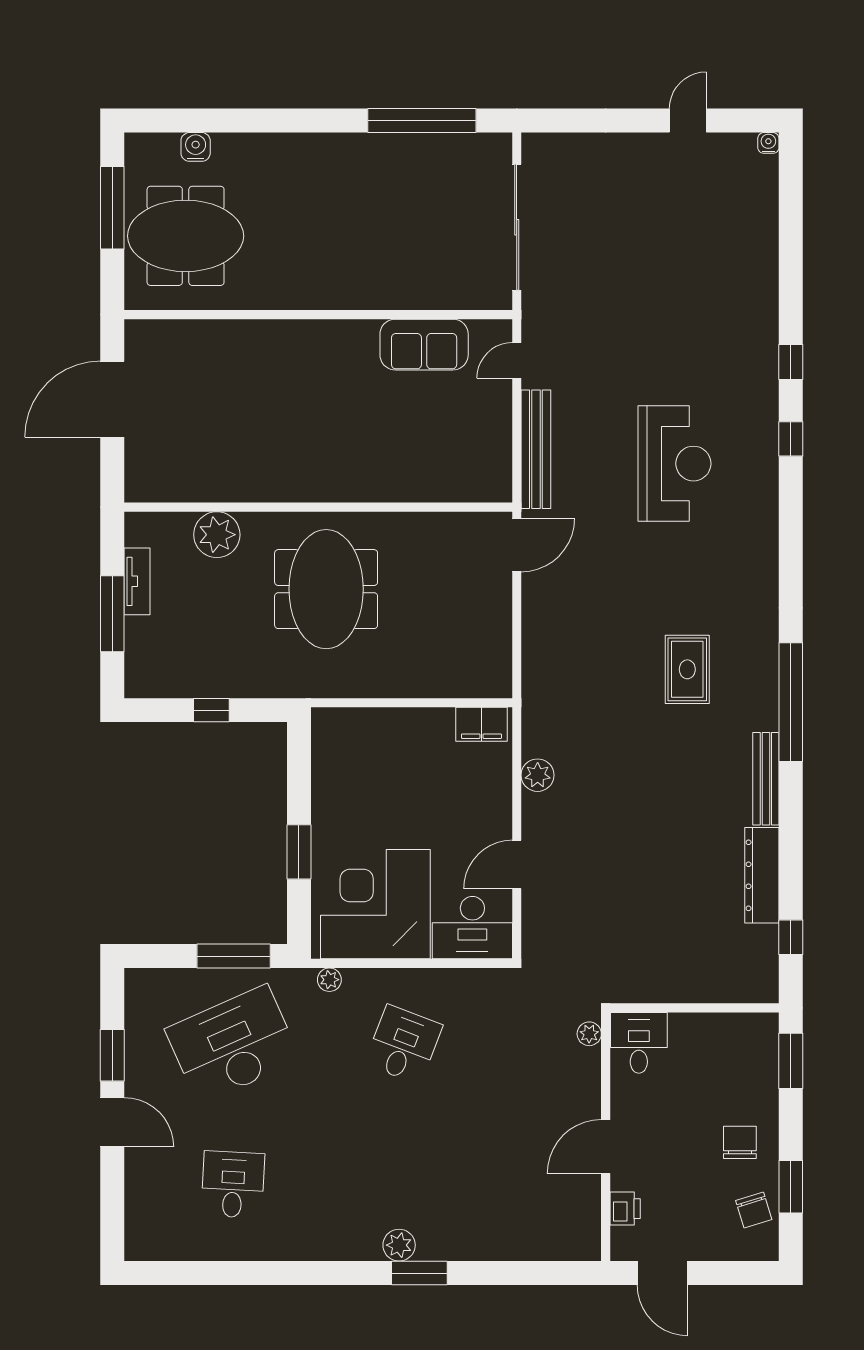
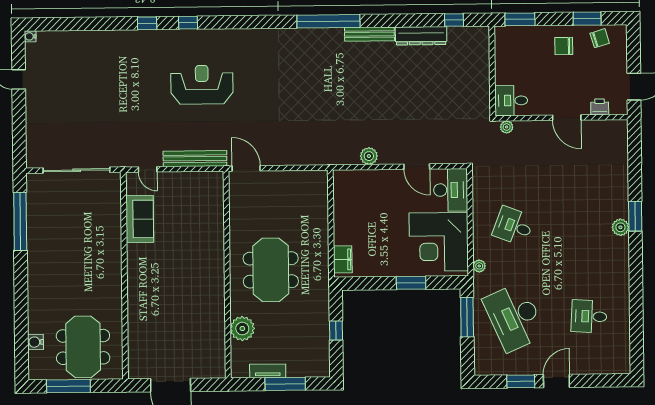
meeting table: (326, 589) -> (271, 270), turned 90
rug: (687, 669) -> (312, 77), removed
filing cabinet: (481, 724) -> (343, 259), moved

